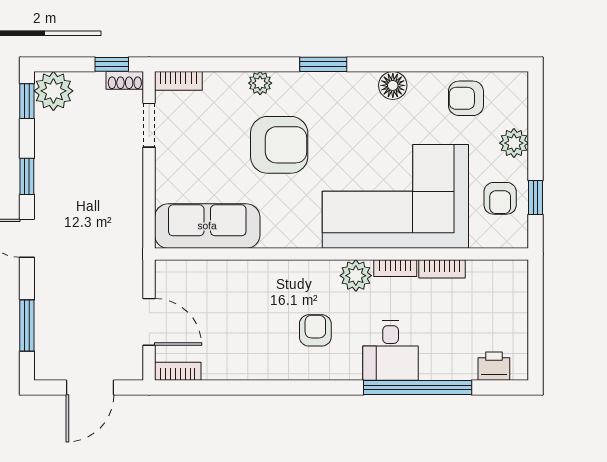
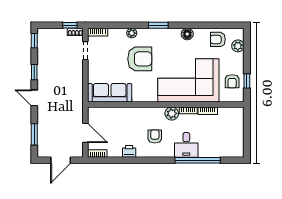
plant: (53, 91) -> (45, 36), removed
plant: (514, 143) -> (238, 46), moved
printer: (494, 366) -> (129, 151), moved

